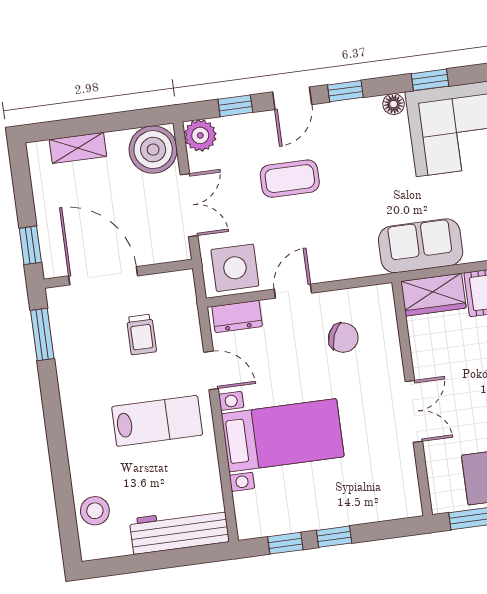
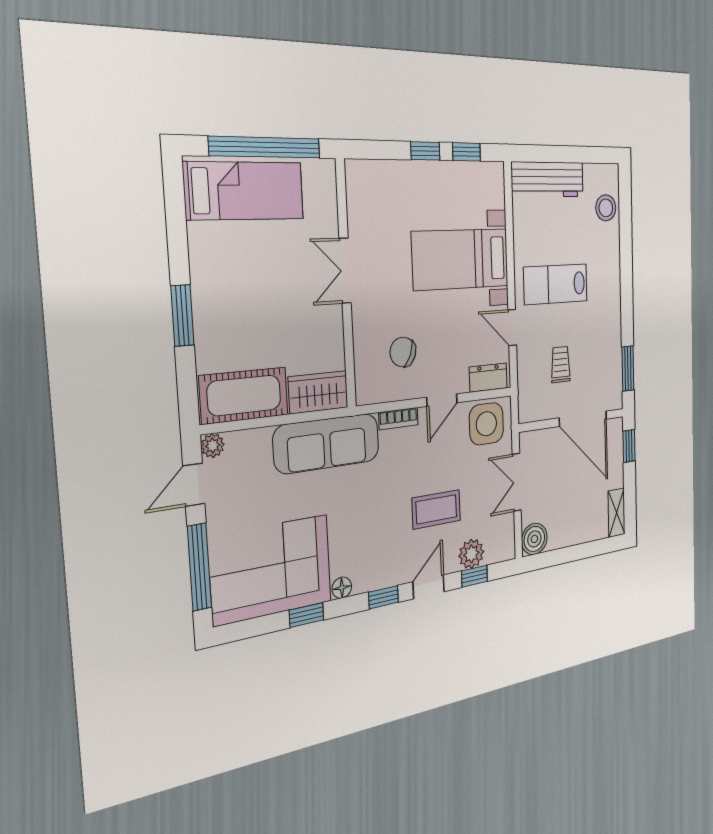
plant: (200, 135) -> (471, 554), moved
shelving: (78, 148) -> (617, 513), moved, turned 90
boiler: (153, 150) -> (534, 539), width x0.73, depth x0.73
sofa: (421, 246) -> (327, 443), width x1.36
bookcase: (343, 271) -> (398, 419), added

